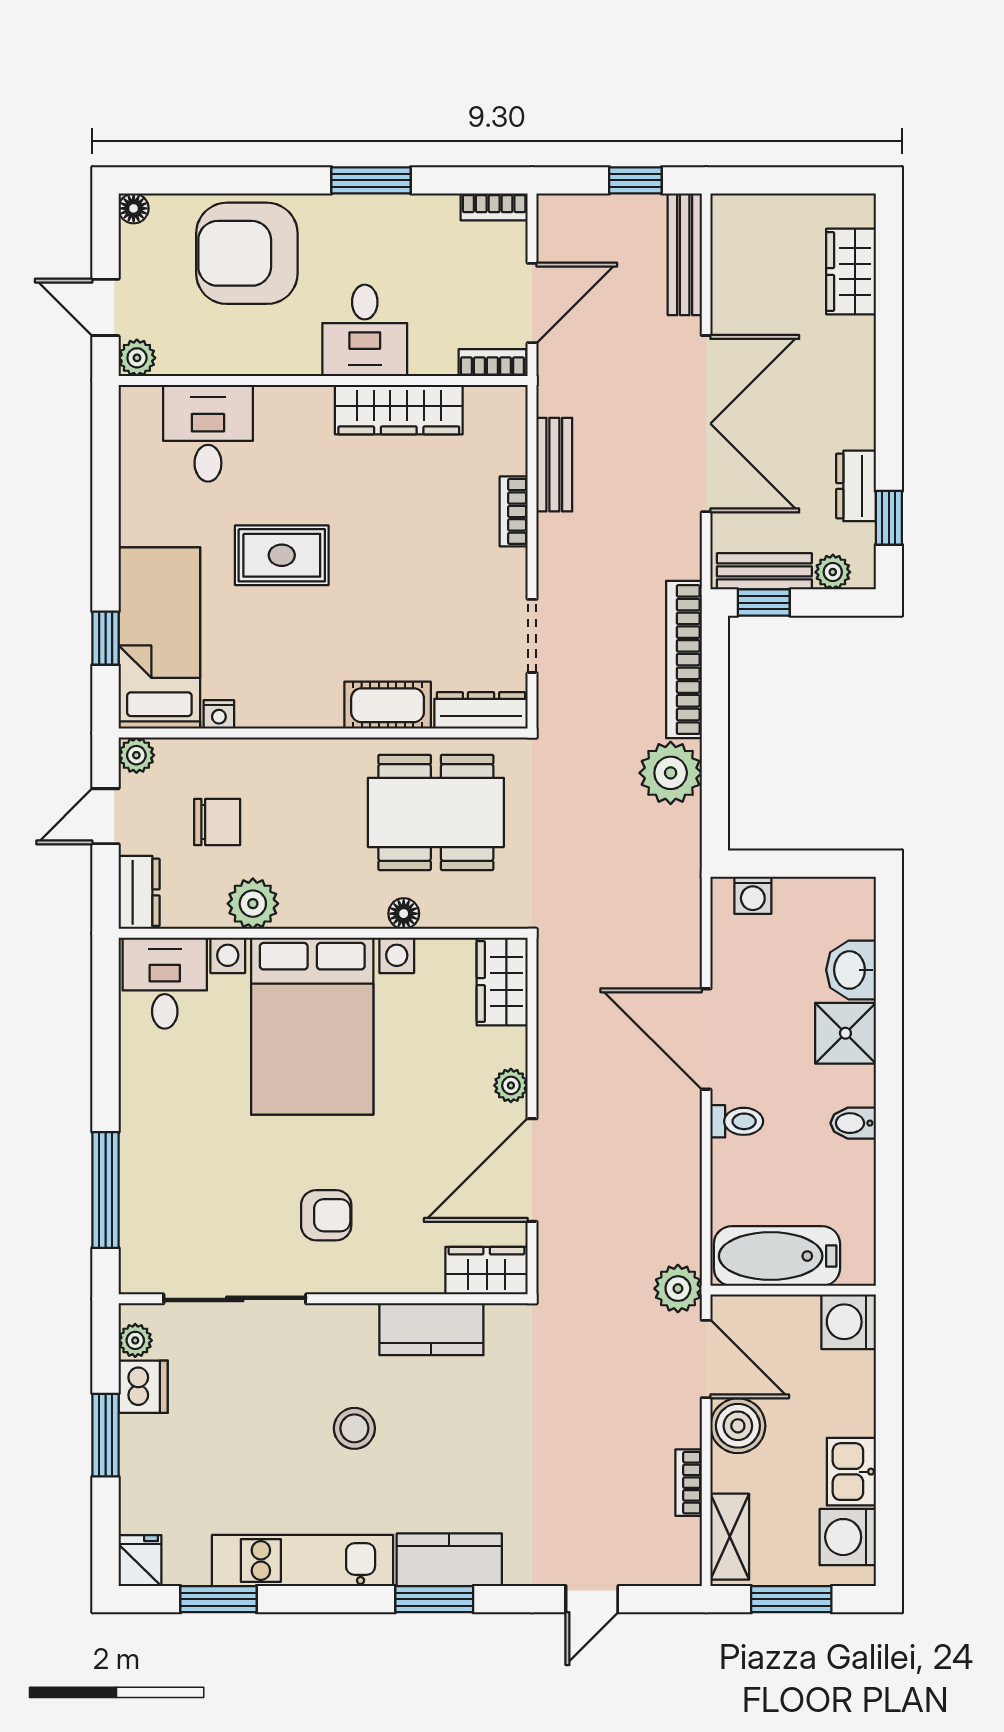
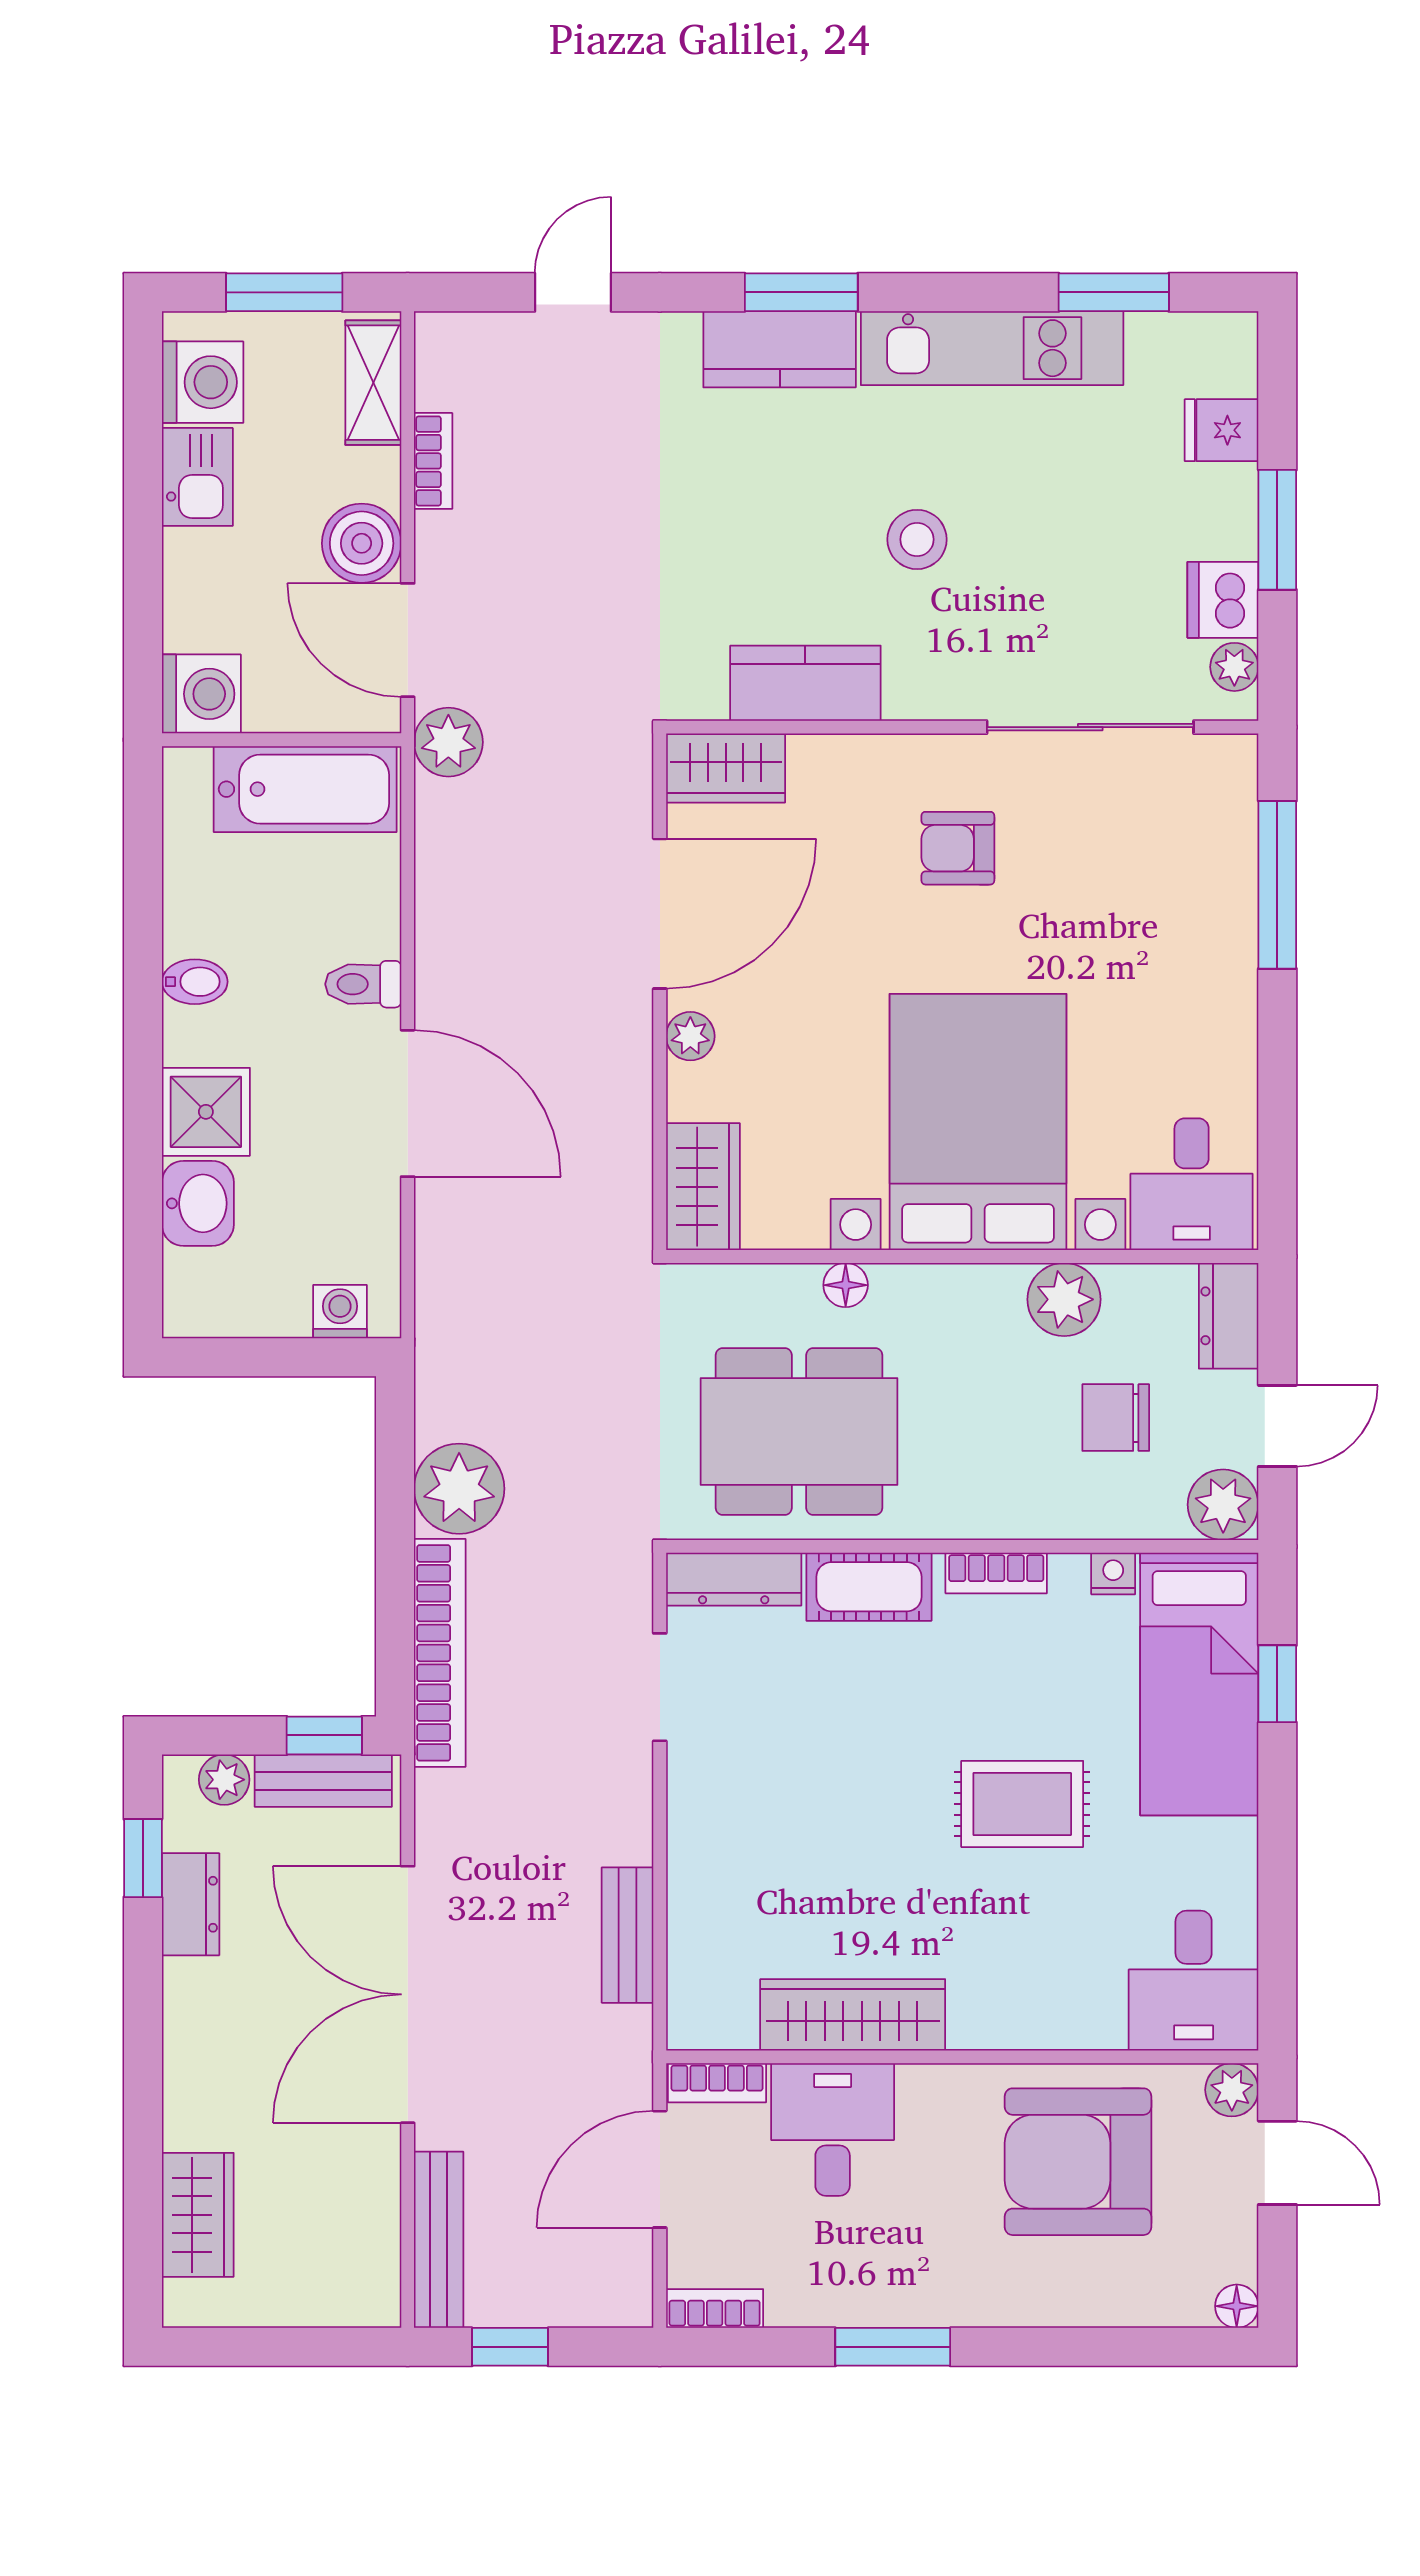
armchair: (247, 253) -> (1078, 2162), moved, turned 180
desk: (365, 330) -> (833, 2129), moved
desk: (208, 433) -> (1194, 1981), moved
bookcase: (514, 511) -> (996, 1573), moved, turned 90
plant: (136, 755) -> (1223, 1505), width x1.38, depth x1.38
fridge: (140, 1561) -> (1222, 430), moved, turned 90

